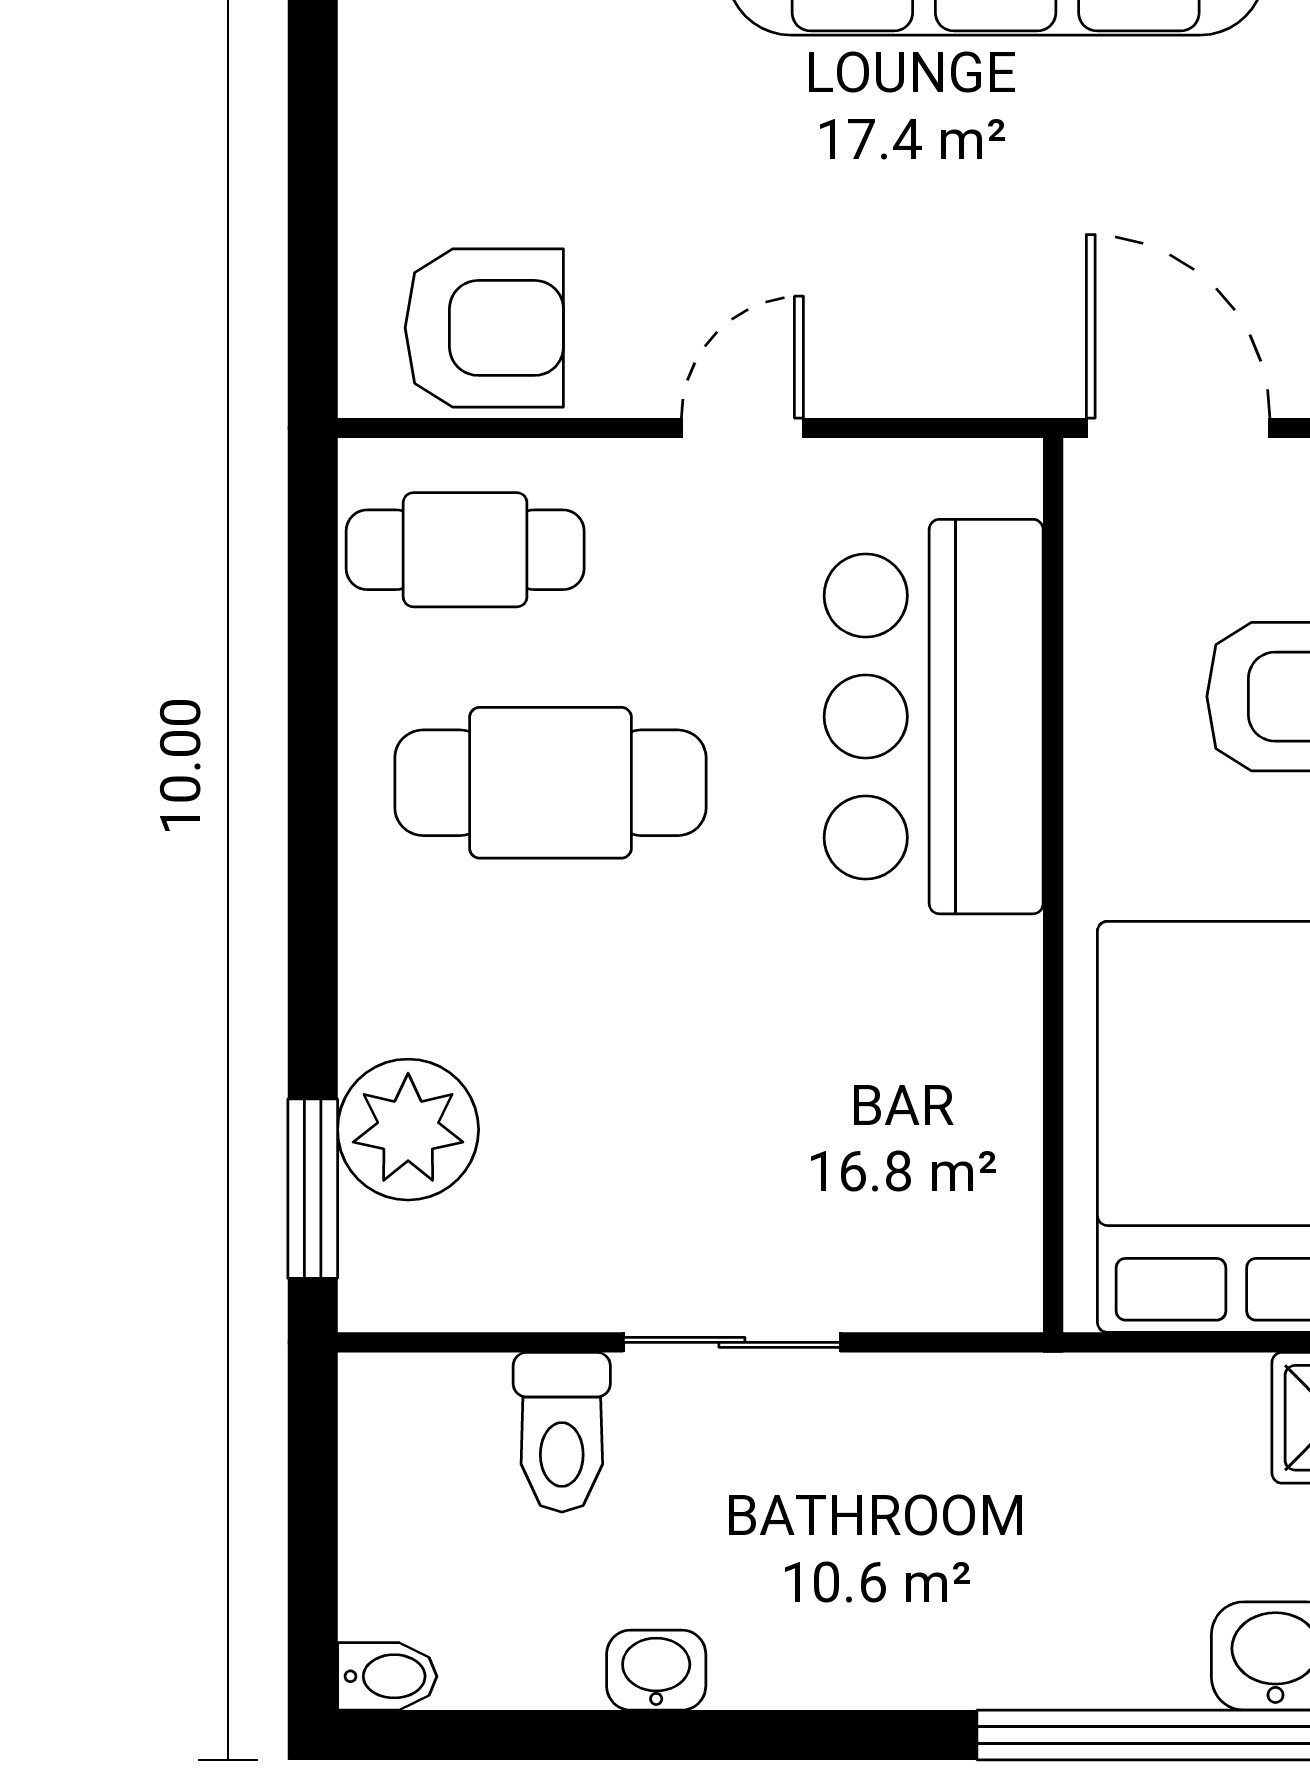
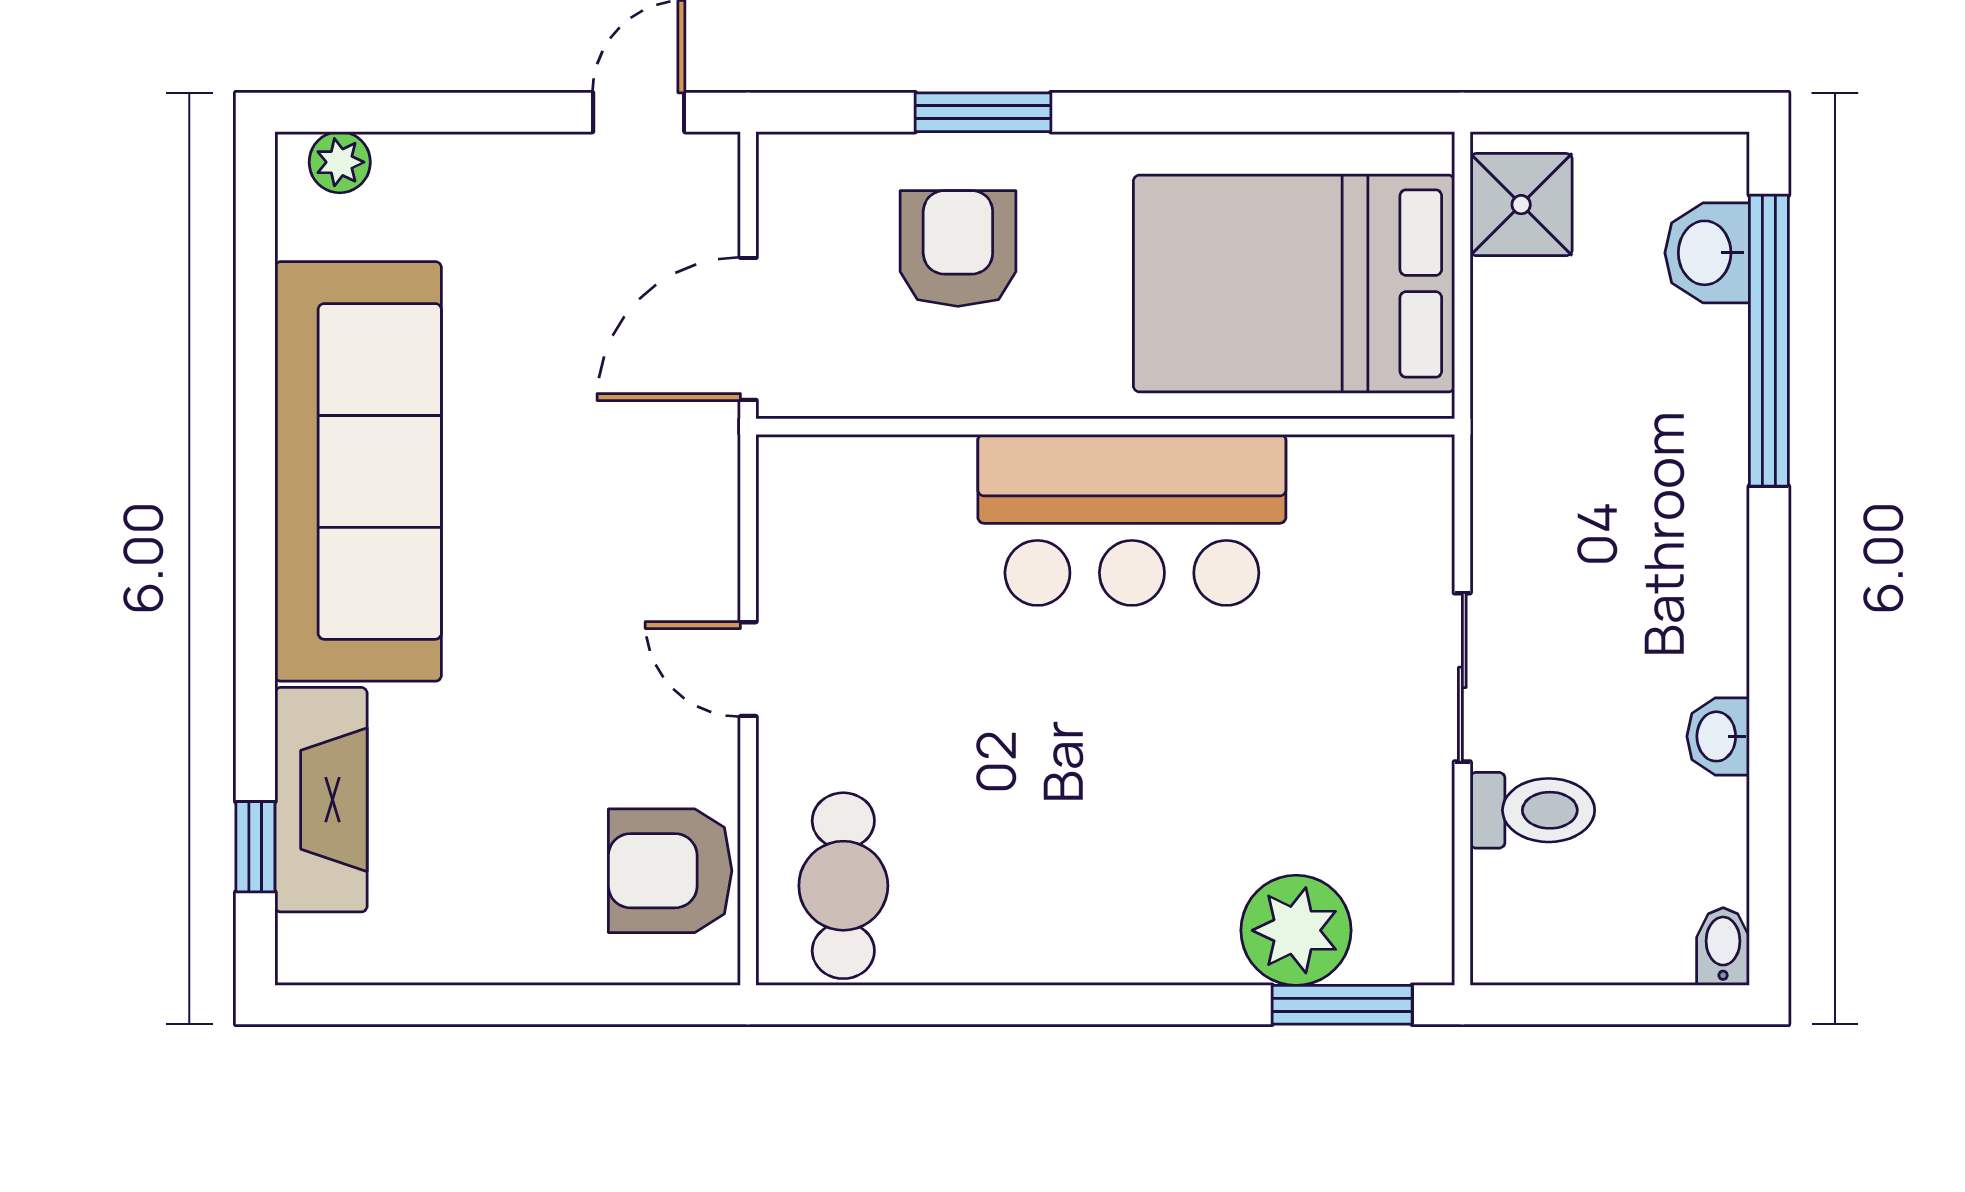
armchair: (484, 328) -> (670, 871), turned -90
bar counter: (934, 717) -> (1132, 520), moved
cafe table: (550, 783) -> (1025, 819), removed

